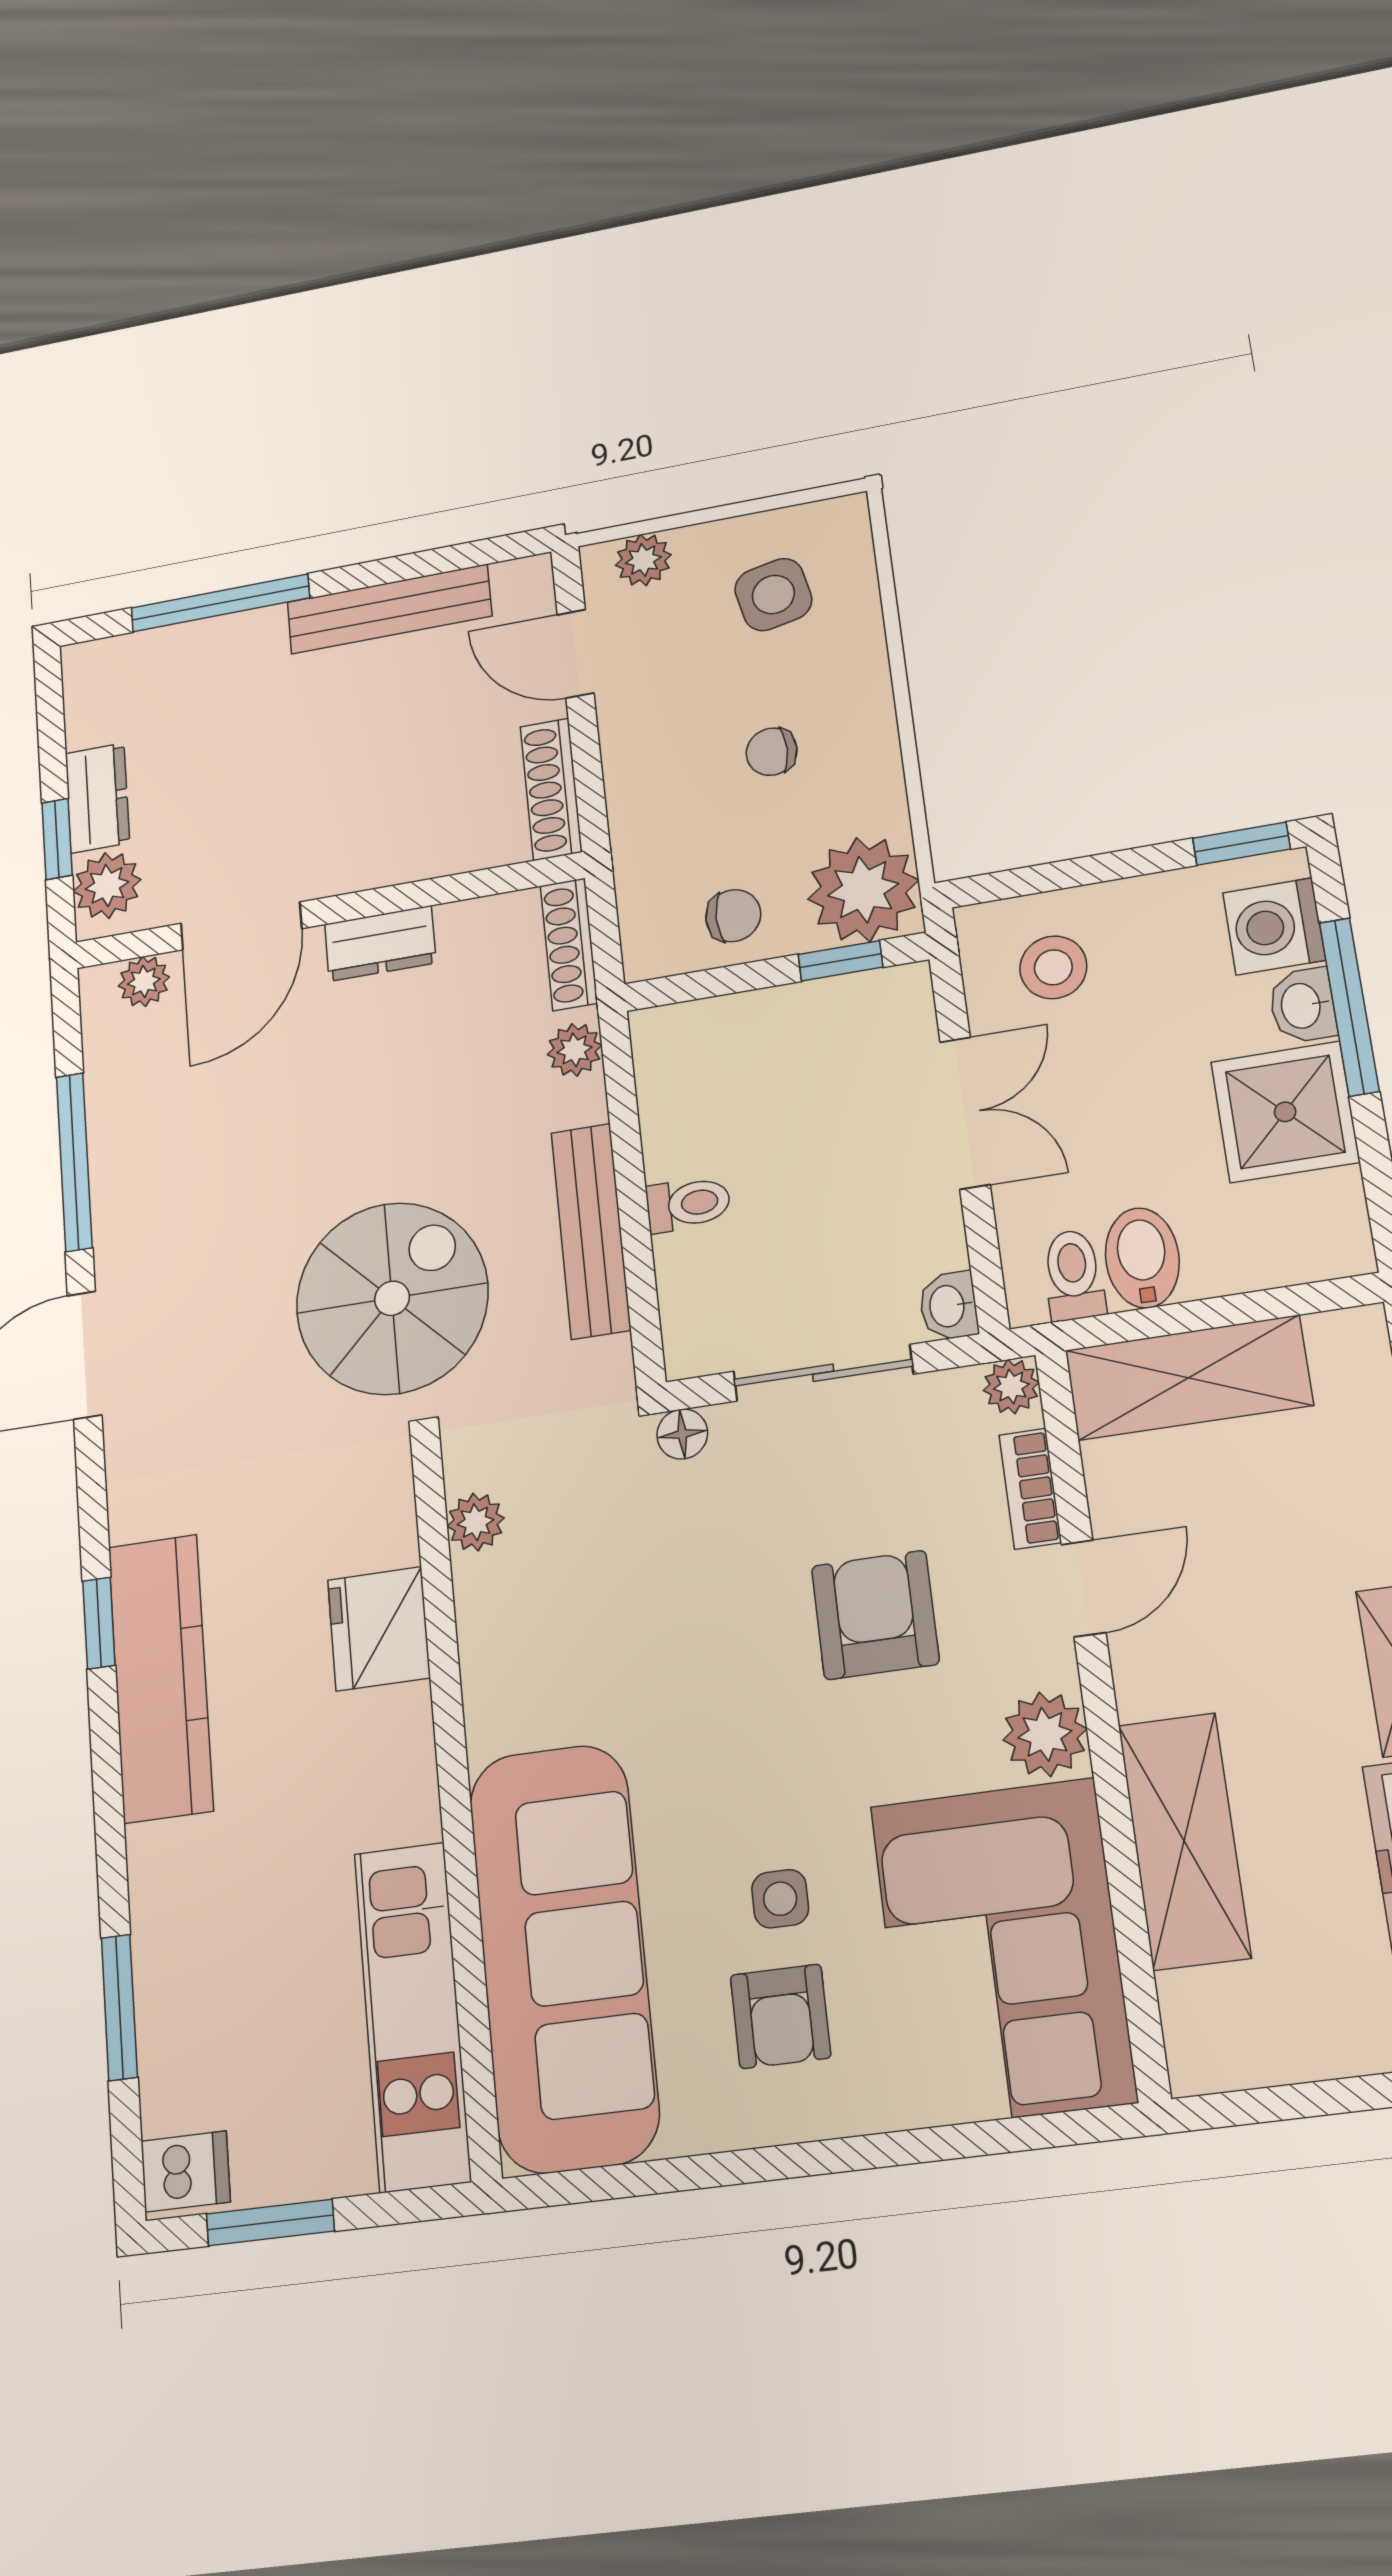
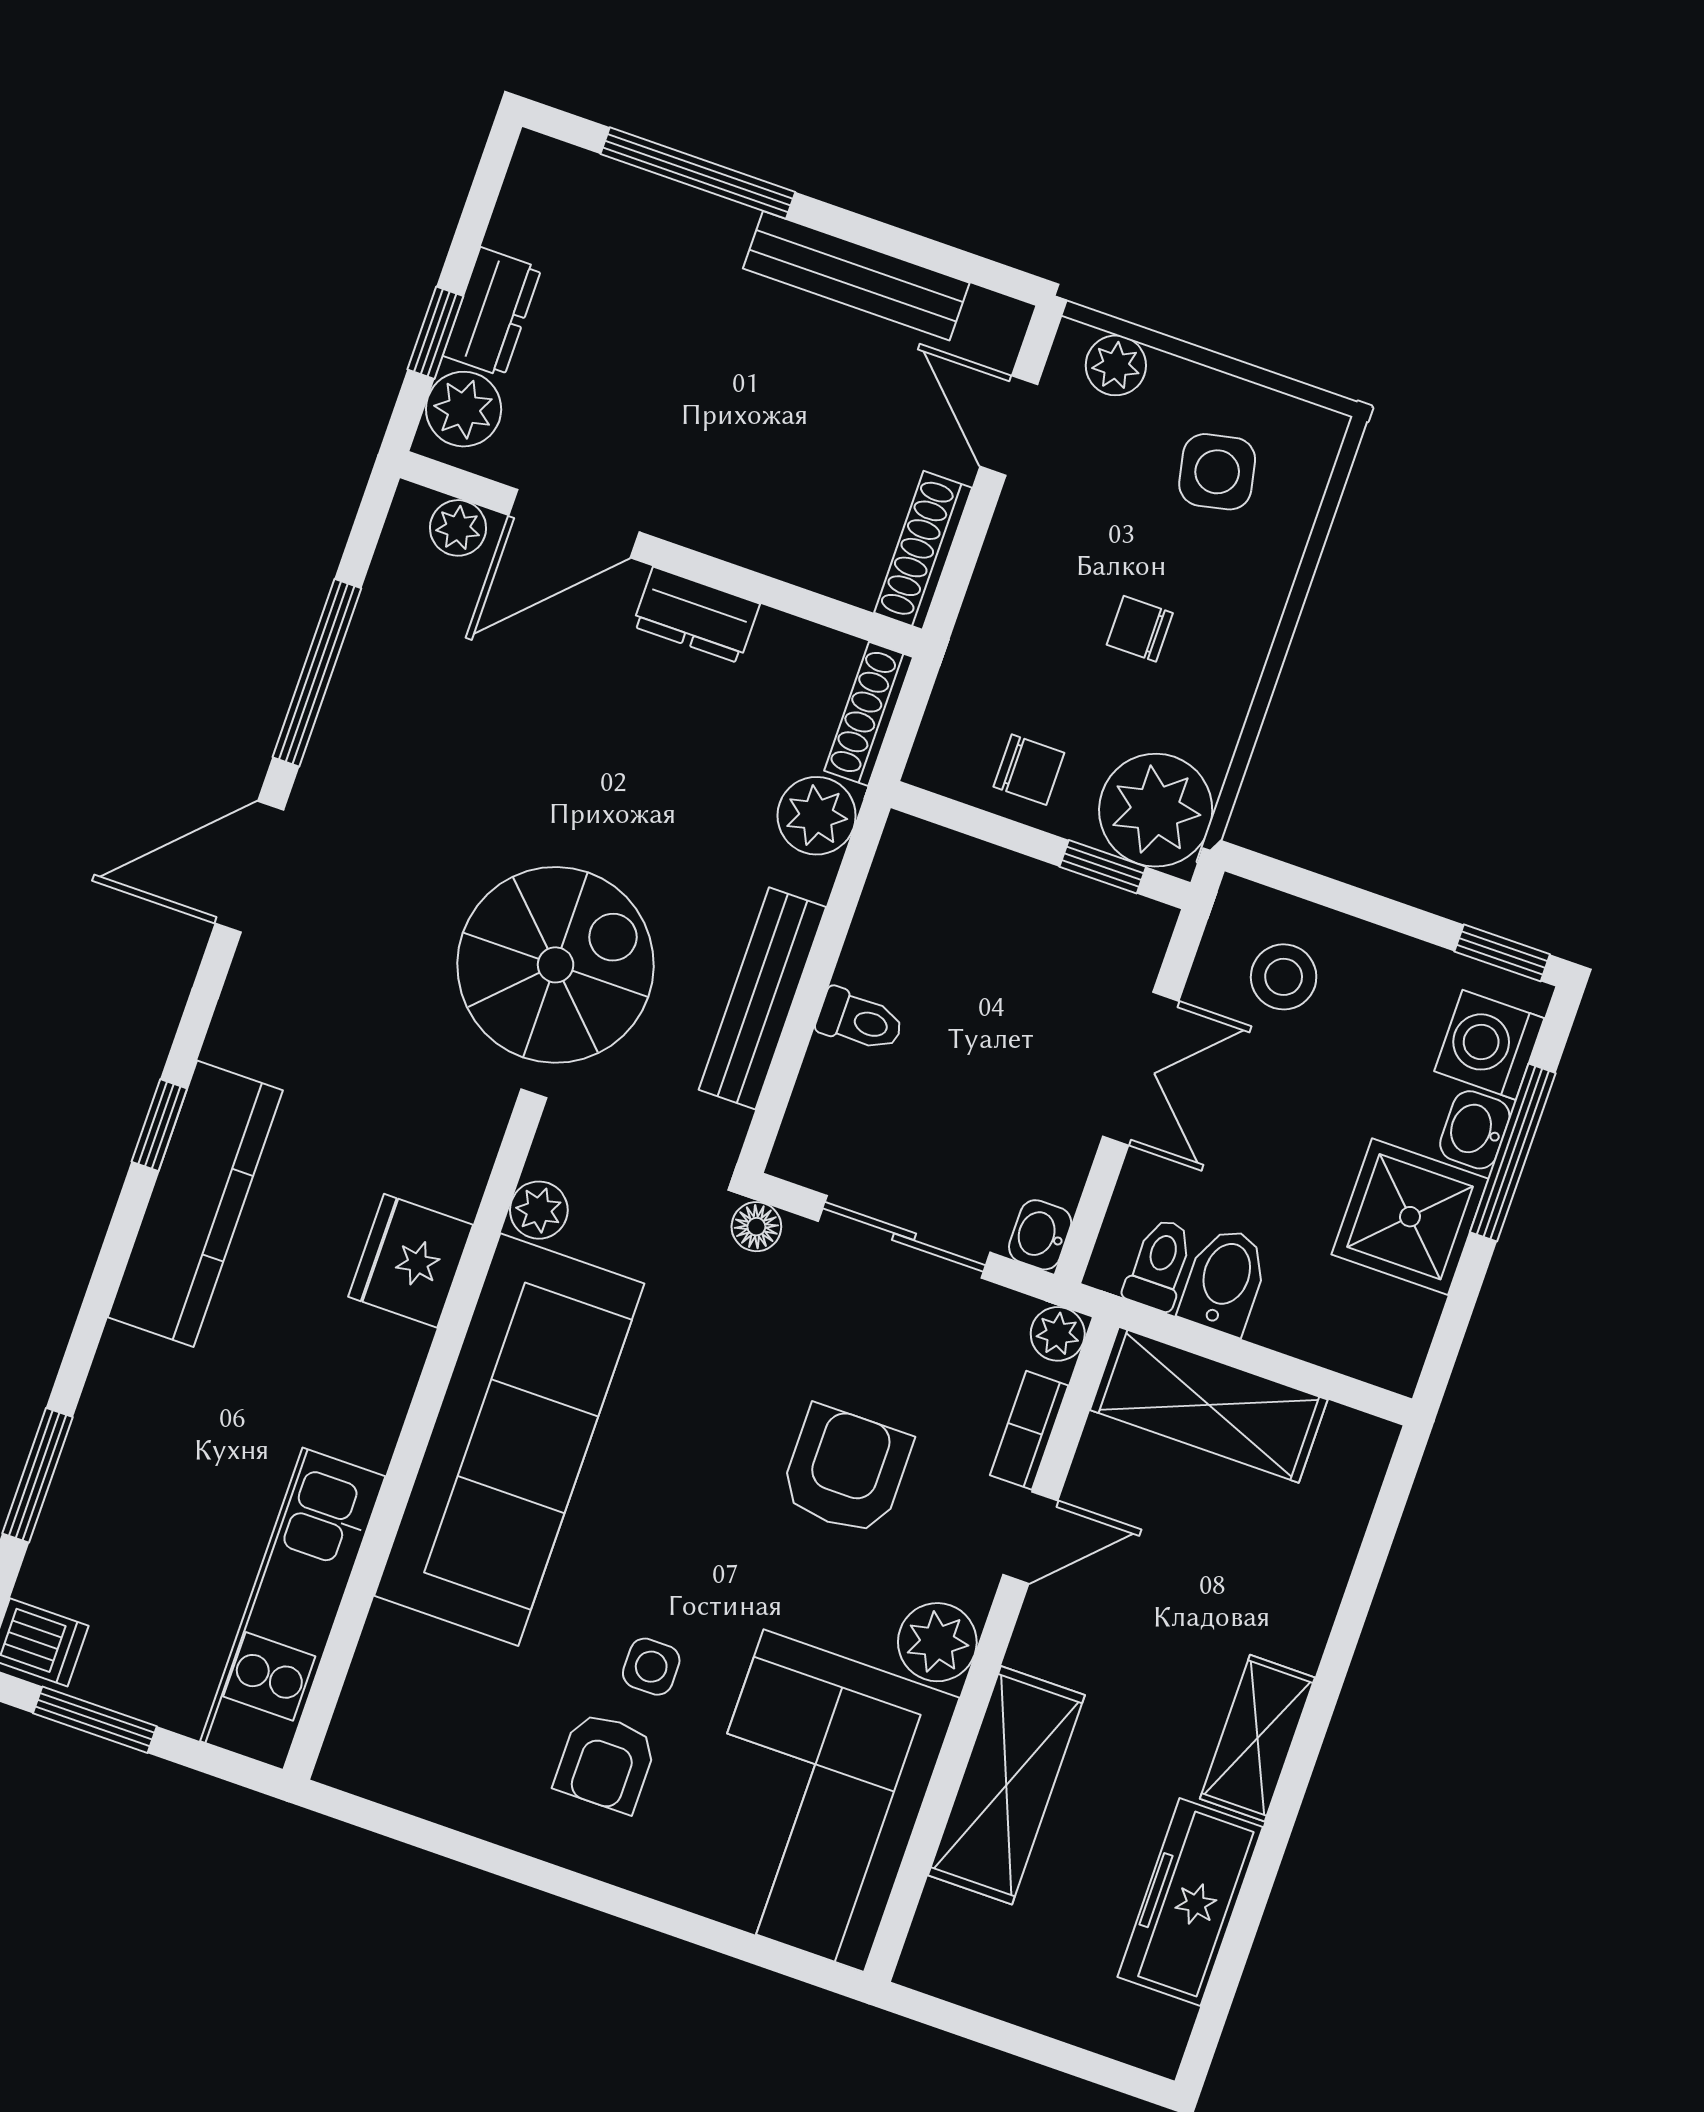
plant: (575, 1050) -> (817, 816), width x1.38, depth x1.38
sofa: (563, 1956) -> (509, 1440), moved

